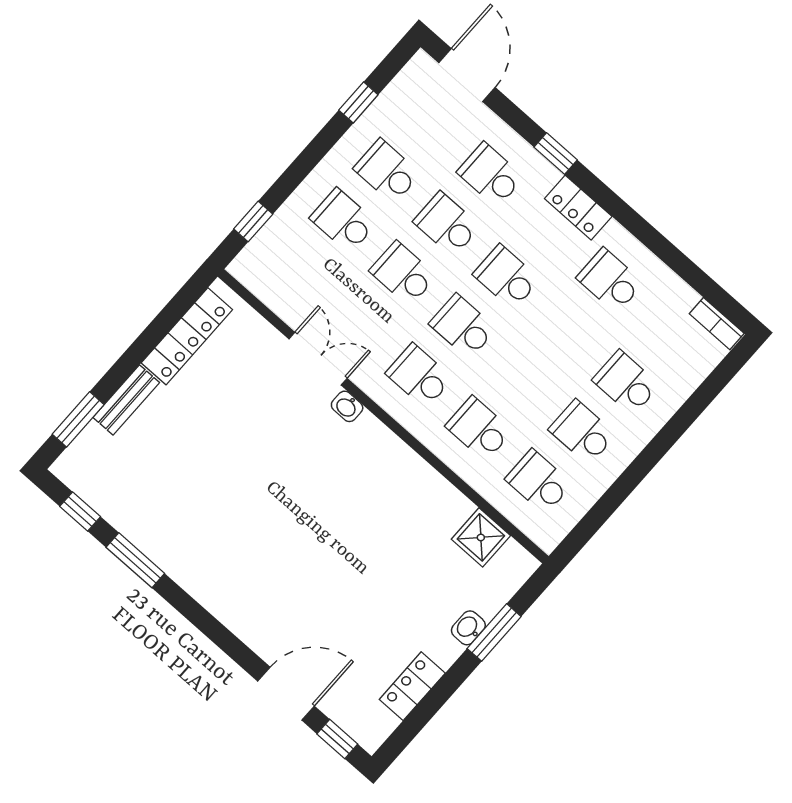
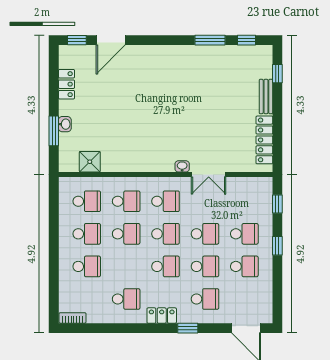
window: (358, 103) -> (277, 246), moved
school desk: (523, 379) -> (126, 234), added
window: (78, 419) -> (277, 74), width x0.67

